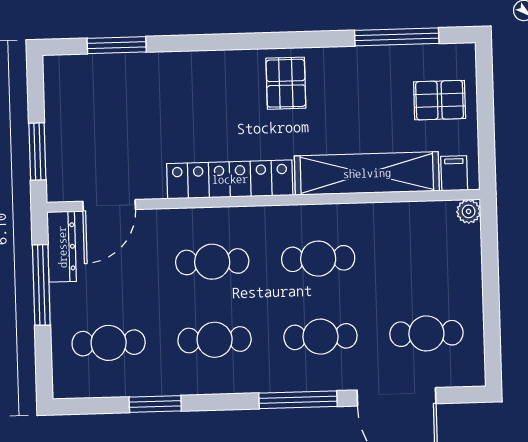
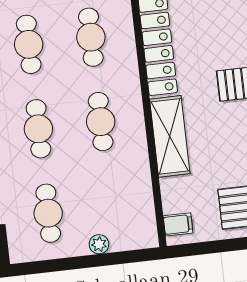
shelving: (367, 173) -> (170, 136), width x0.68
plant: (469, 211) -> (99, 244), moved

